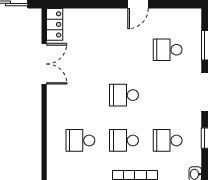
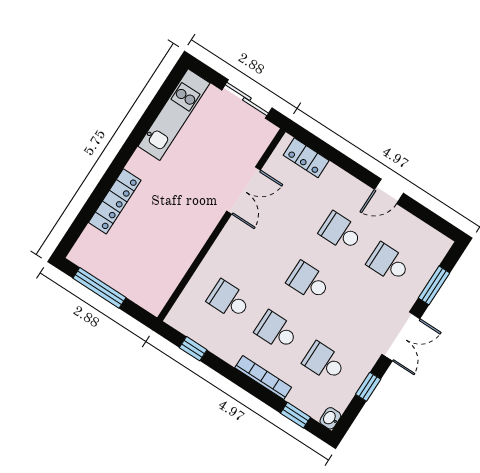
locker: (55, 24) -> (306, 158), moved, turned 90
school desk: (124, 50) -> (341, 232), added

